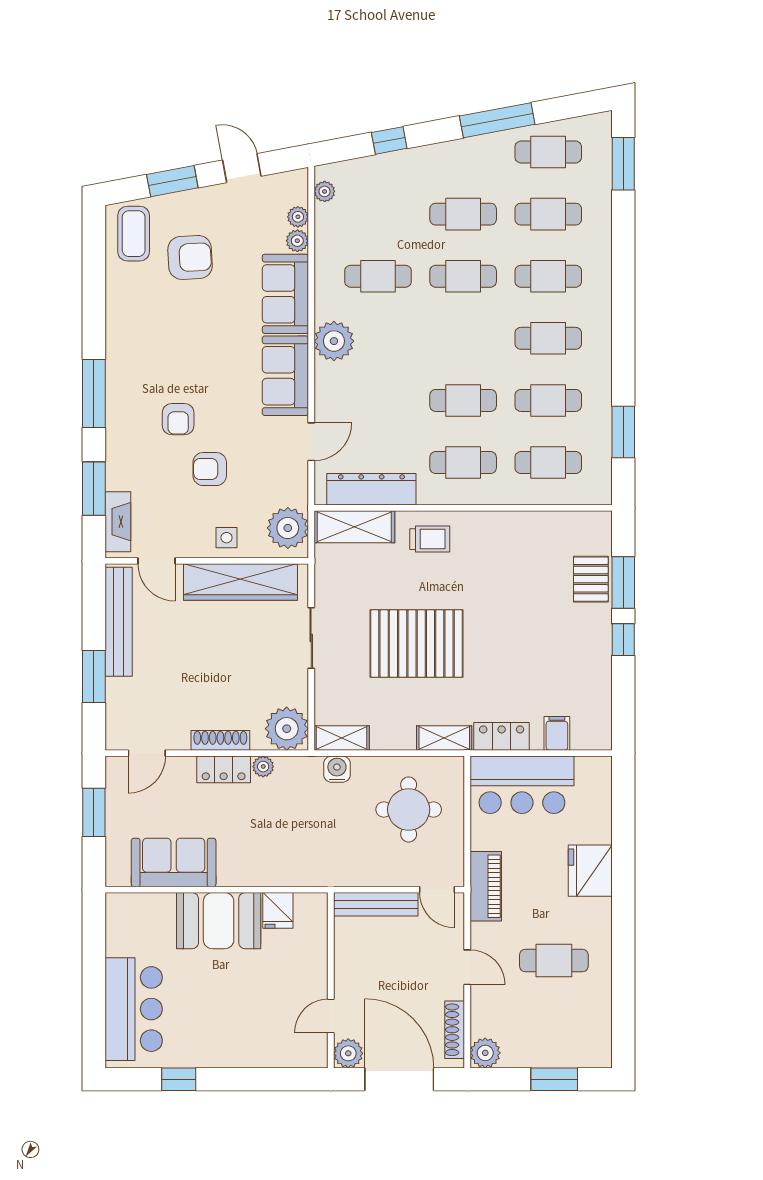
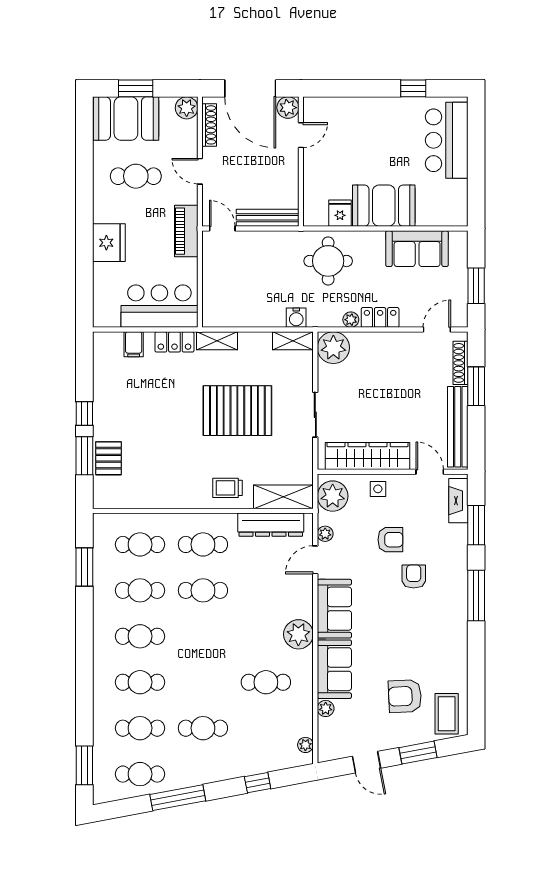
plant: (298, 217) -> (325, 534), moved
cafe table: (463, 276) -> (203, 682), removed
shoe rack: (220, 740) -> (460, 363), moved, turned 90
round table: (409, 809) -> (328, 261), moved
booth: (567, 1038) -> (126, 119), added

